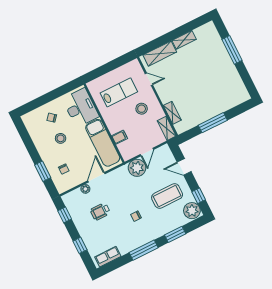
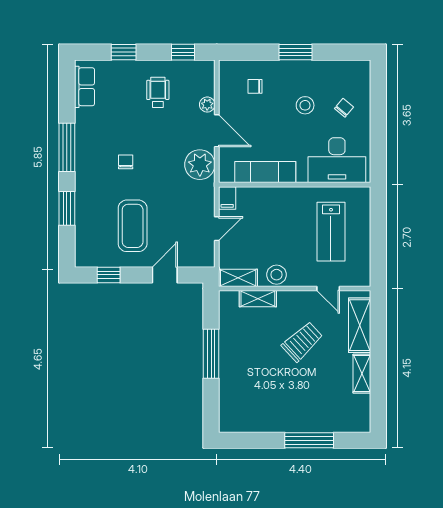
door: (149, 79) -> (328, 288), hinge flipped
trolley: (183, 79) -> (302, 342), added
stool: (142, 109) -> (277, 275), moved
filing cabinet: (120, 137) -> (227, 198), moved
exam couch: (103, 143) -> (265, 172), width x0.73, depth x0.69
door: (147, 152) -> (217, 229), swing flipped
plant: (137, 168) -> (200, 165), moved
window: (43, 171) -> (296, 52), moved
plant: (192, 211) -> (91, 253), removed
wheelchair: (100, 212) -> (158, 92), moved

